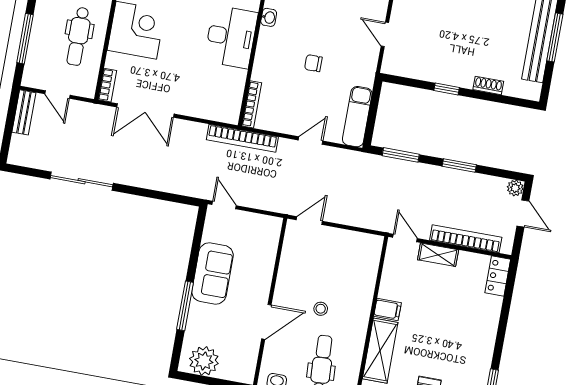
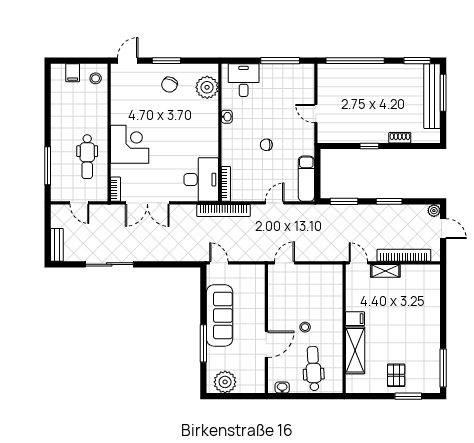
desk: (231, 37) -> (201, 180), moved
bench: (24, 112) -> (57, 245), moved
sofa: (212, 273) -> (220, 315), width x1.36
locker: (498, 276) -> (433, 279), removed

